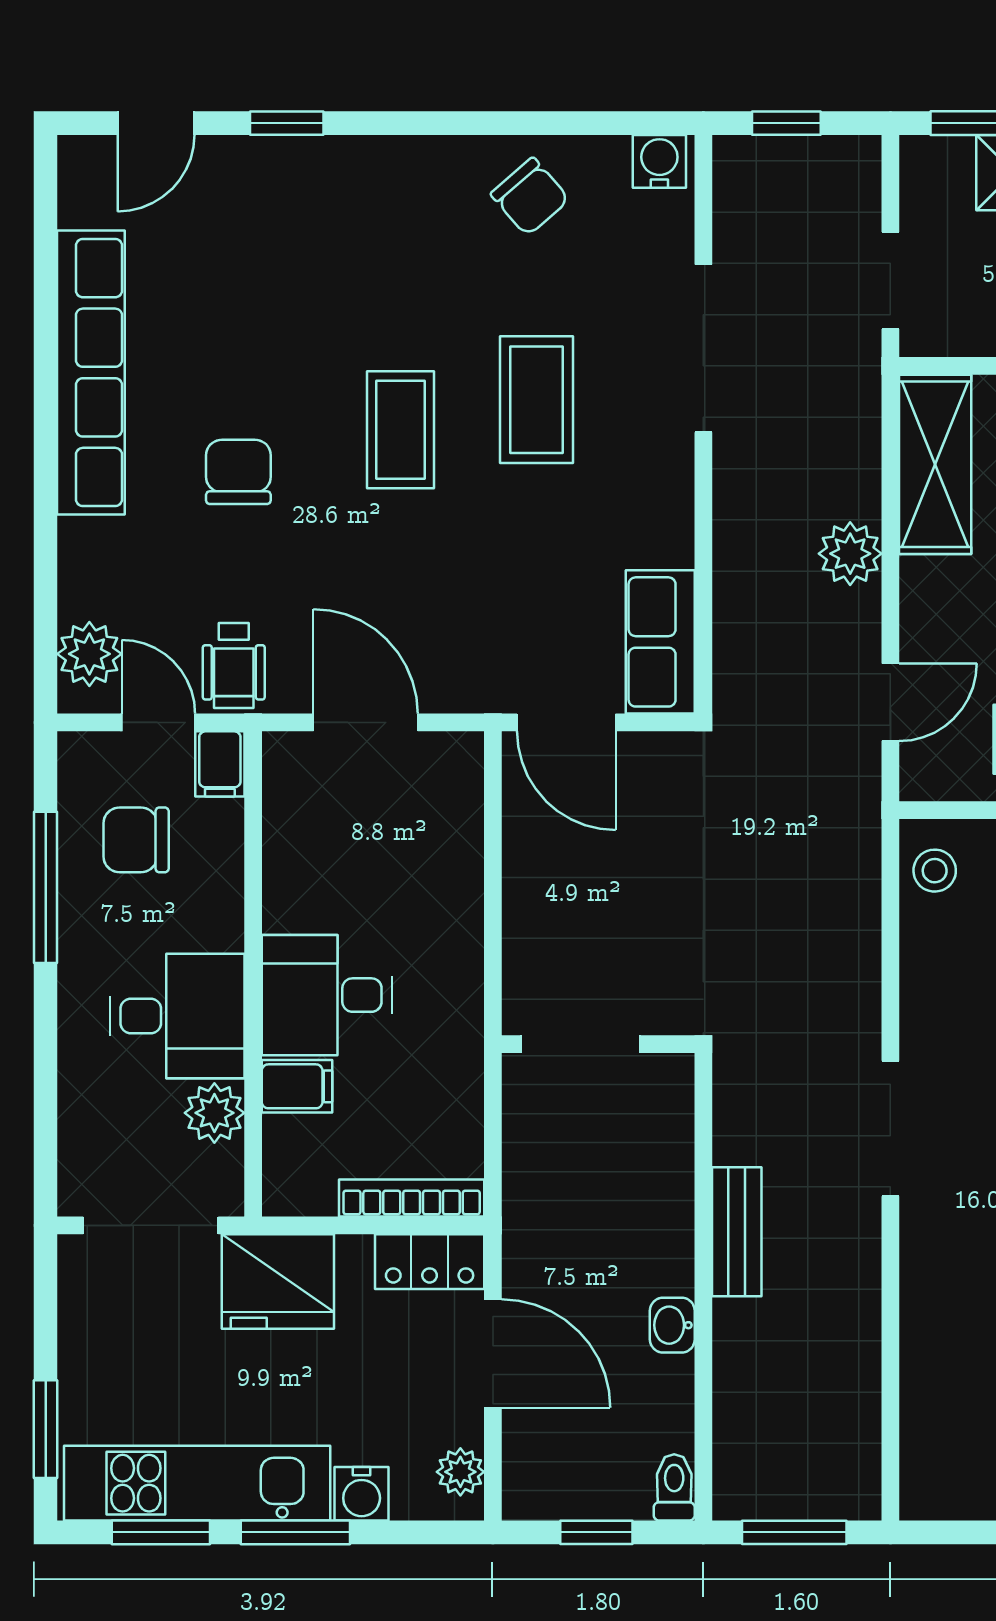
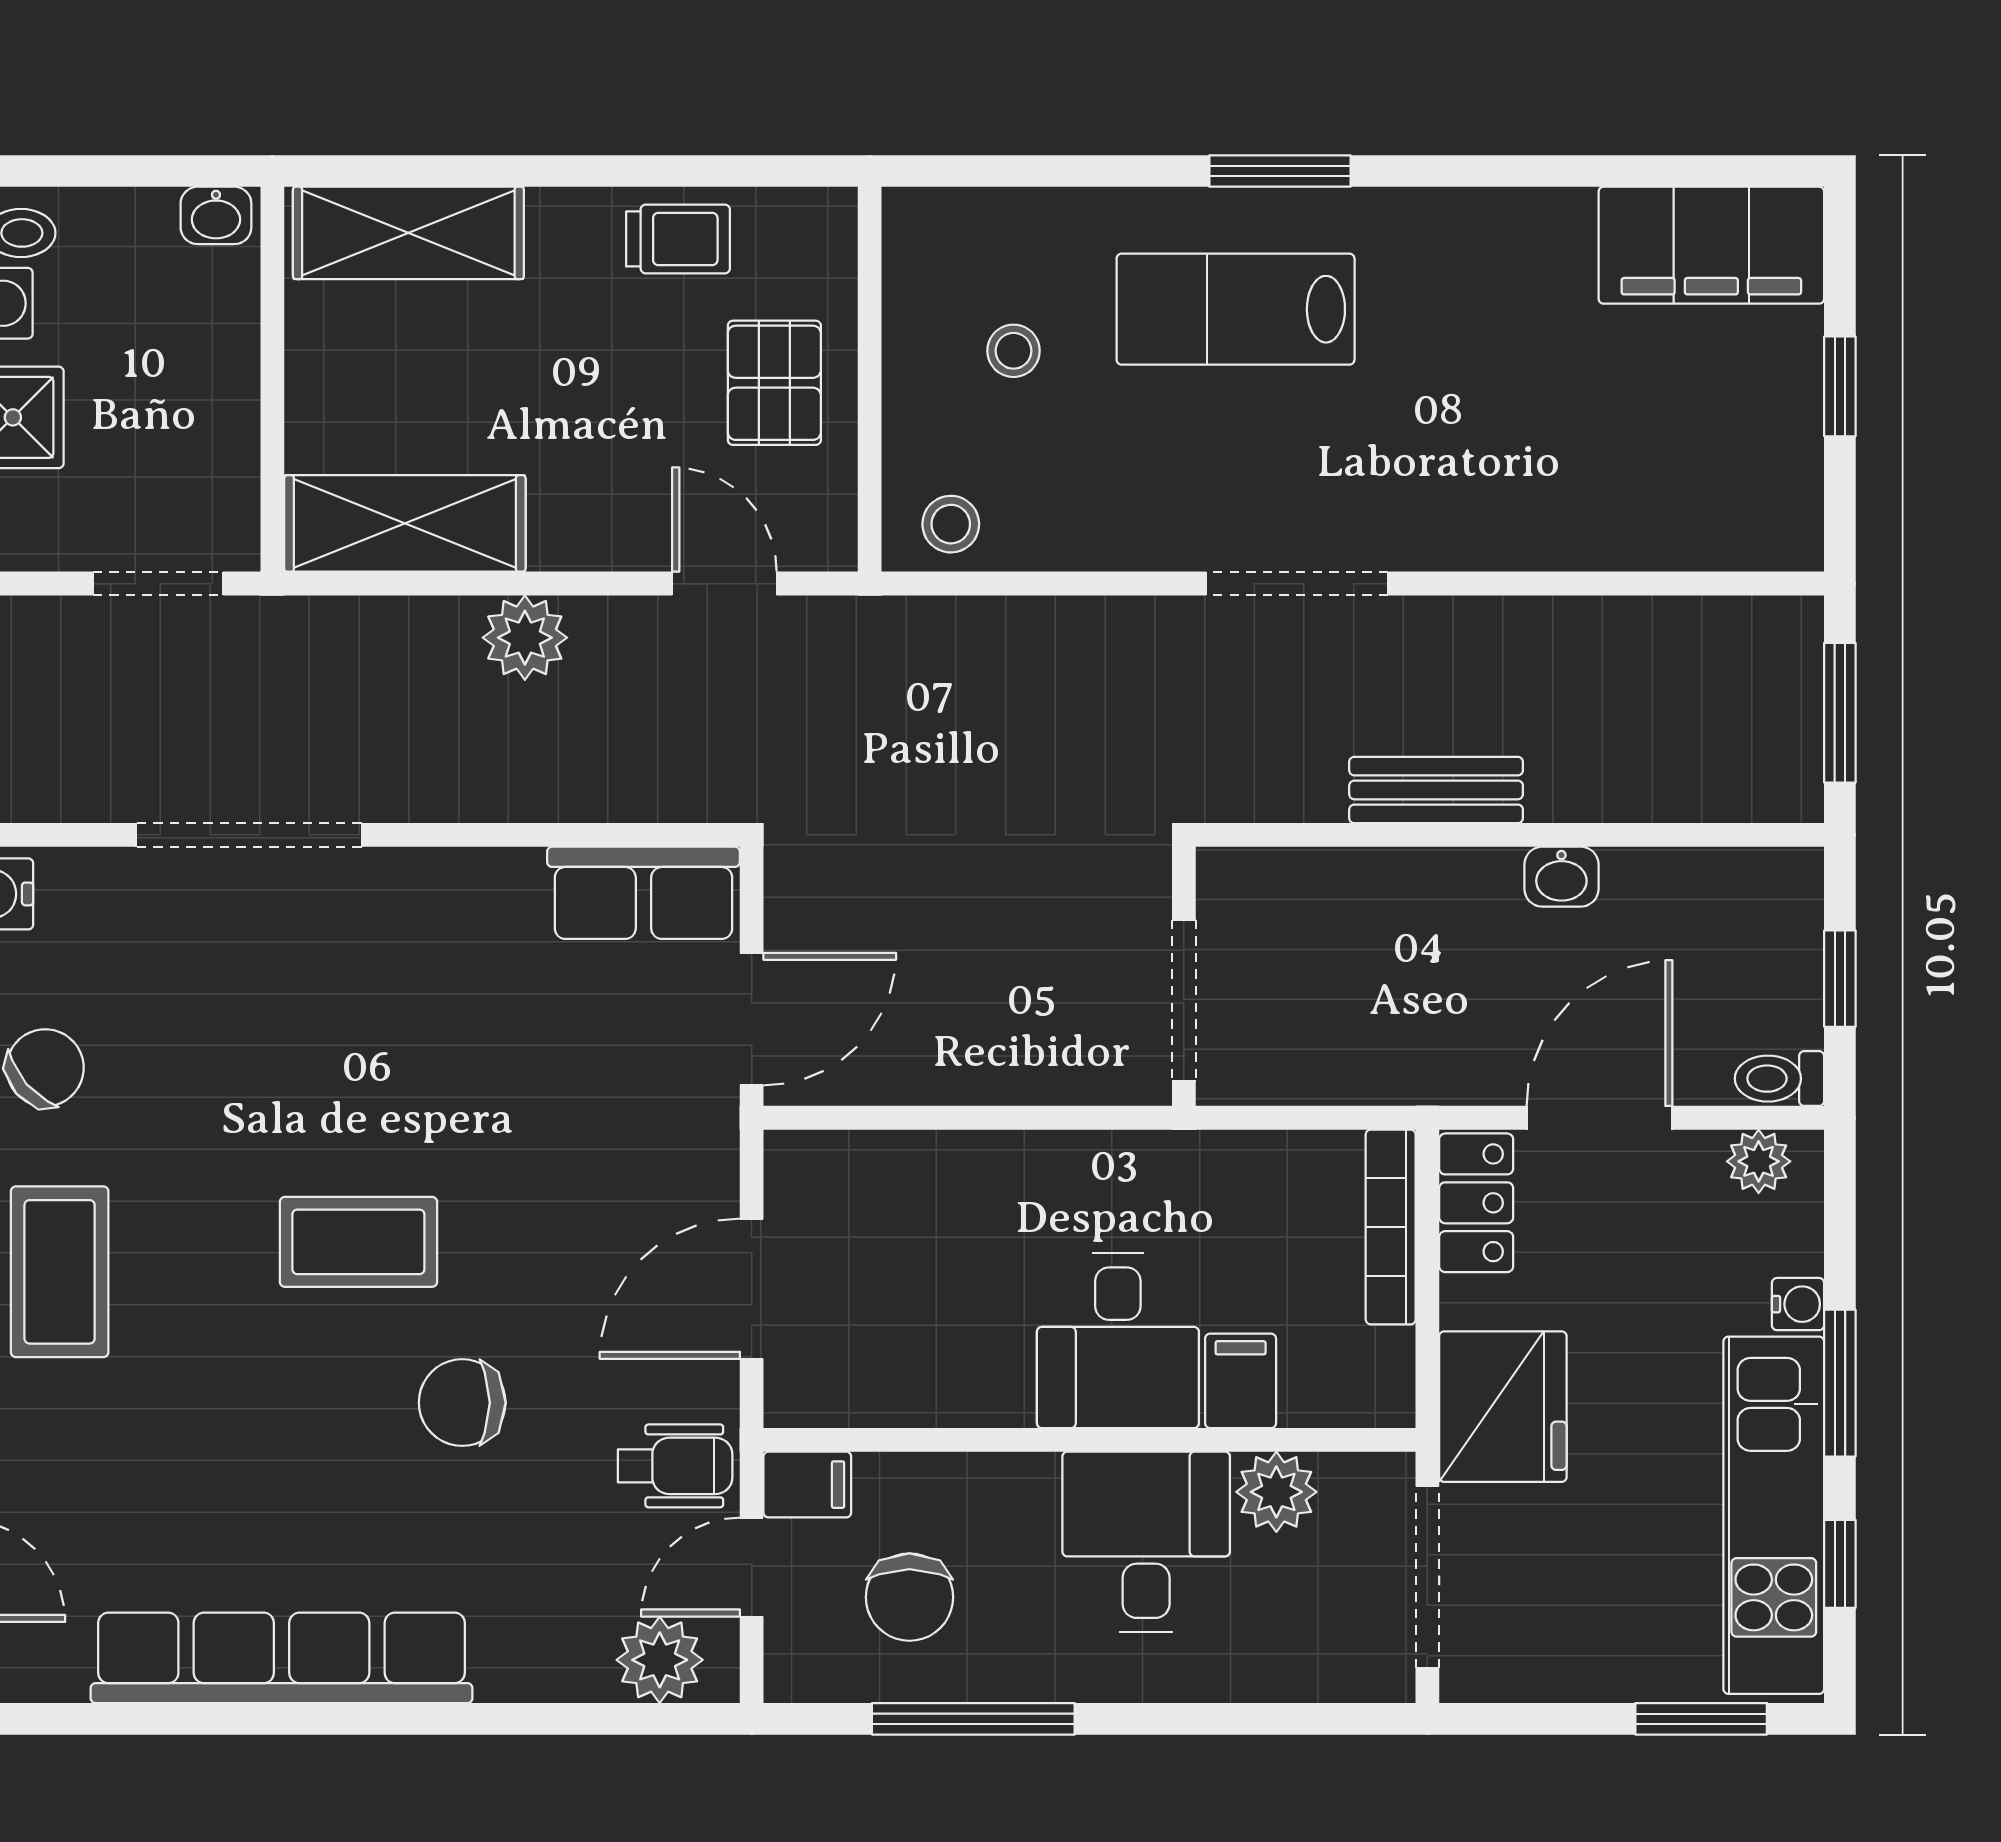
coffee table: (536, 400) -> (60, 1272), moved, turned 90
chair: (238, 472) -> (462, 1403), moved
toilet: (674, 1487) -> (1779, 1079), moved
water cooler: (362, 1494) -> (1798, 1304), width x0.72, depth x0.72
window: (161, 1532) -> (1840, 1564), width x0.67

